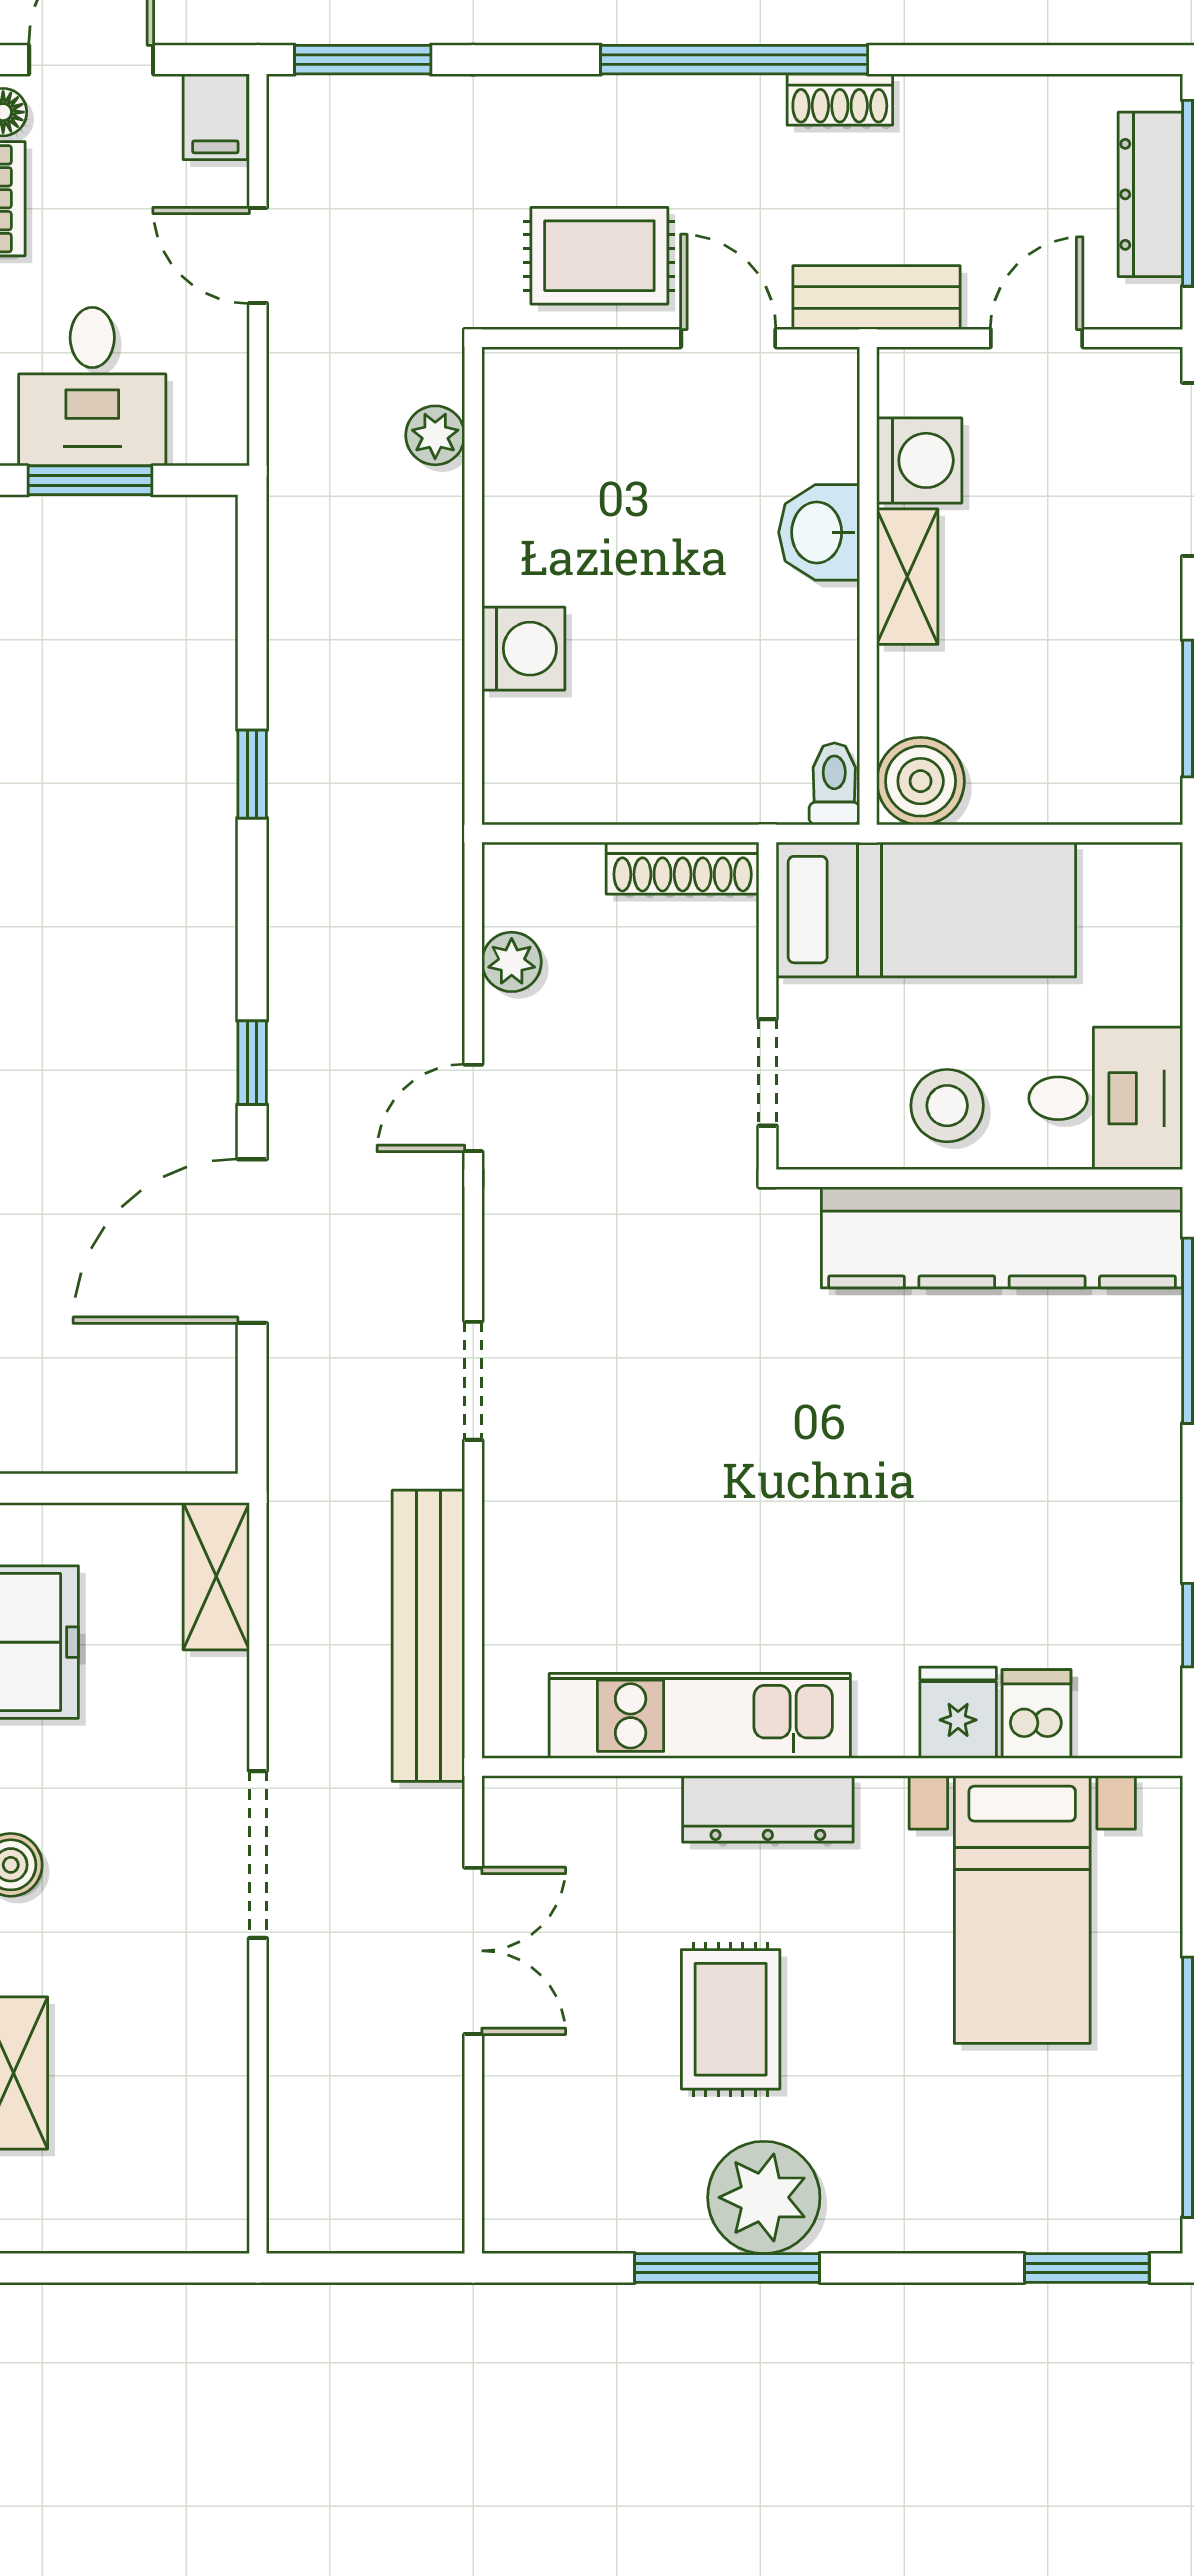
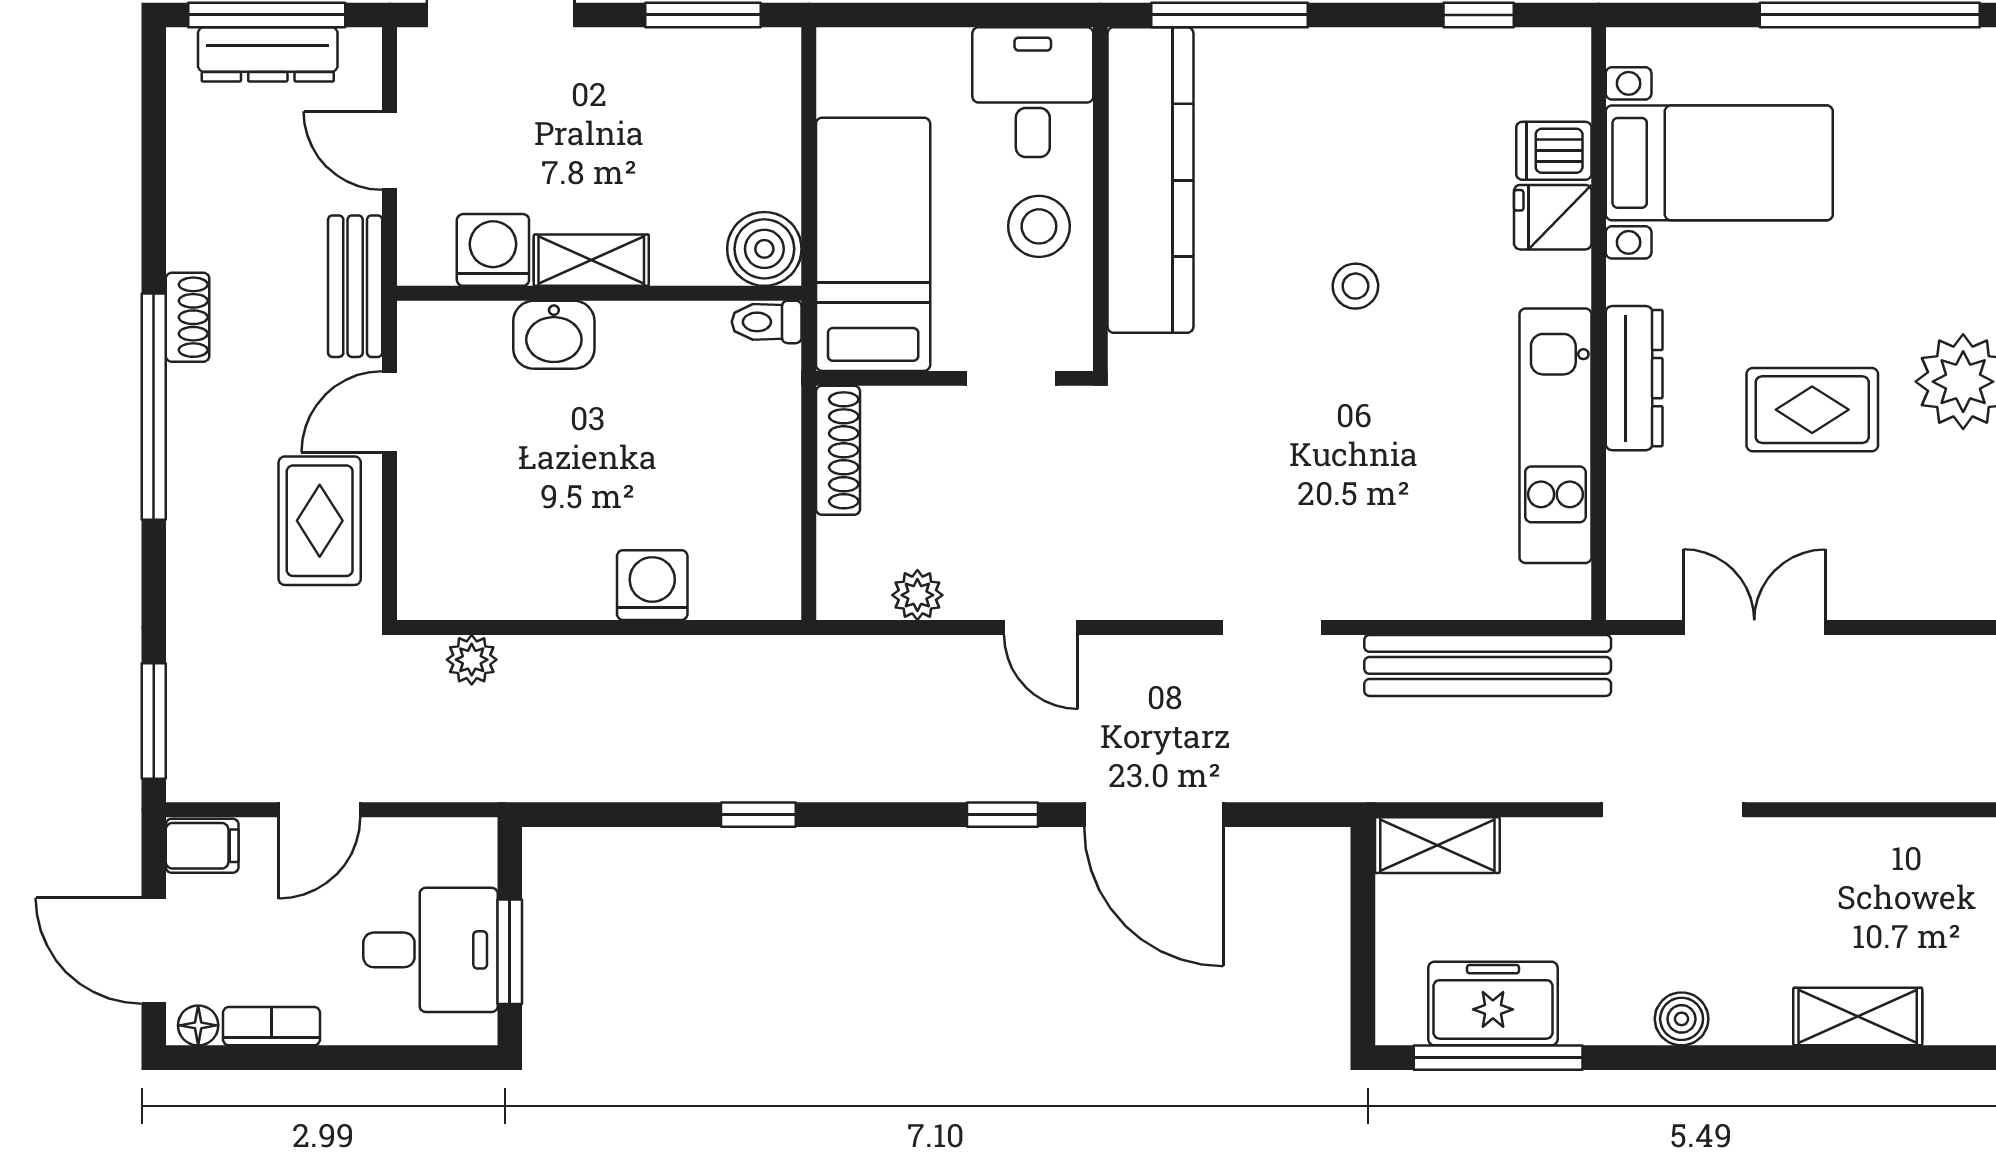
stool: (877, 1480) -> (1355, 286), added

